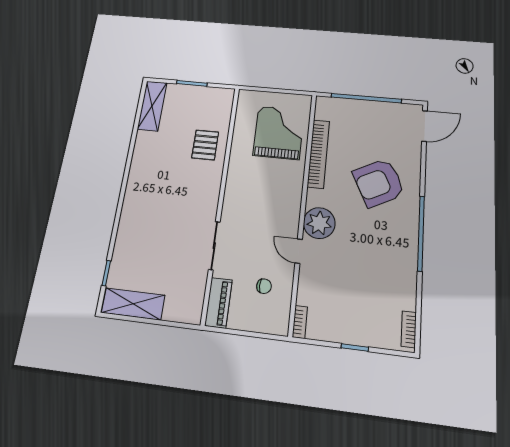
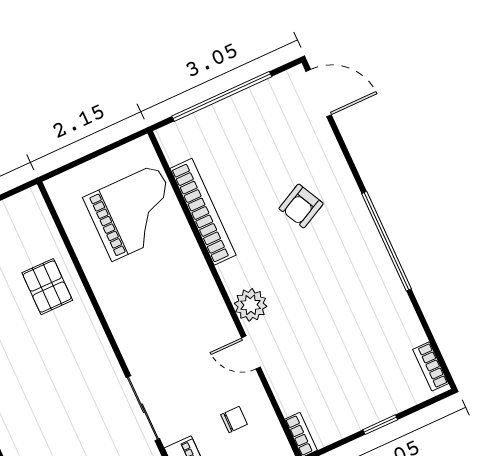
door: (425, 126) -> (319, 93), hinge flipped
grand piano: (279, 133) -> (134, 213), turned 90
armchair: (379, 183) -> (301, 206), width x0.53, depth x0.53
plant: (319, 223) -> (251, 305), width x0.73, depth x0.73

